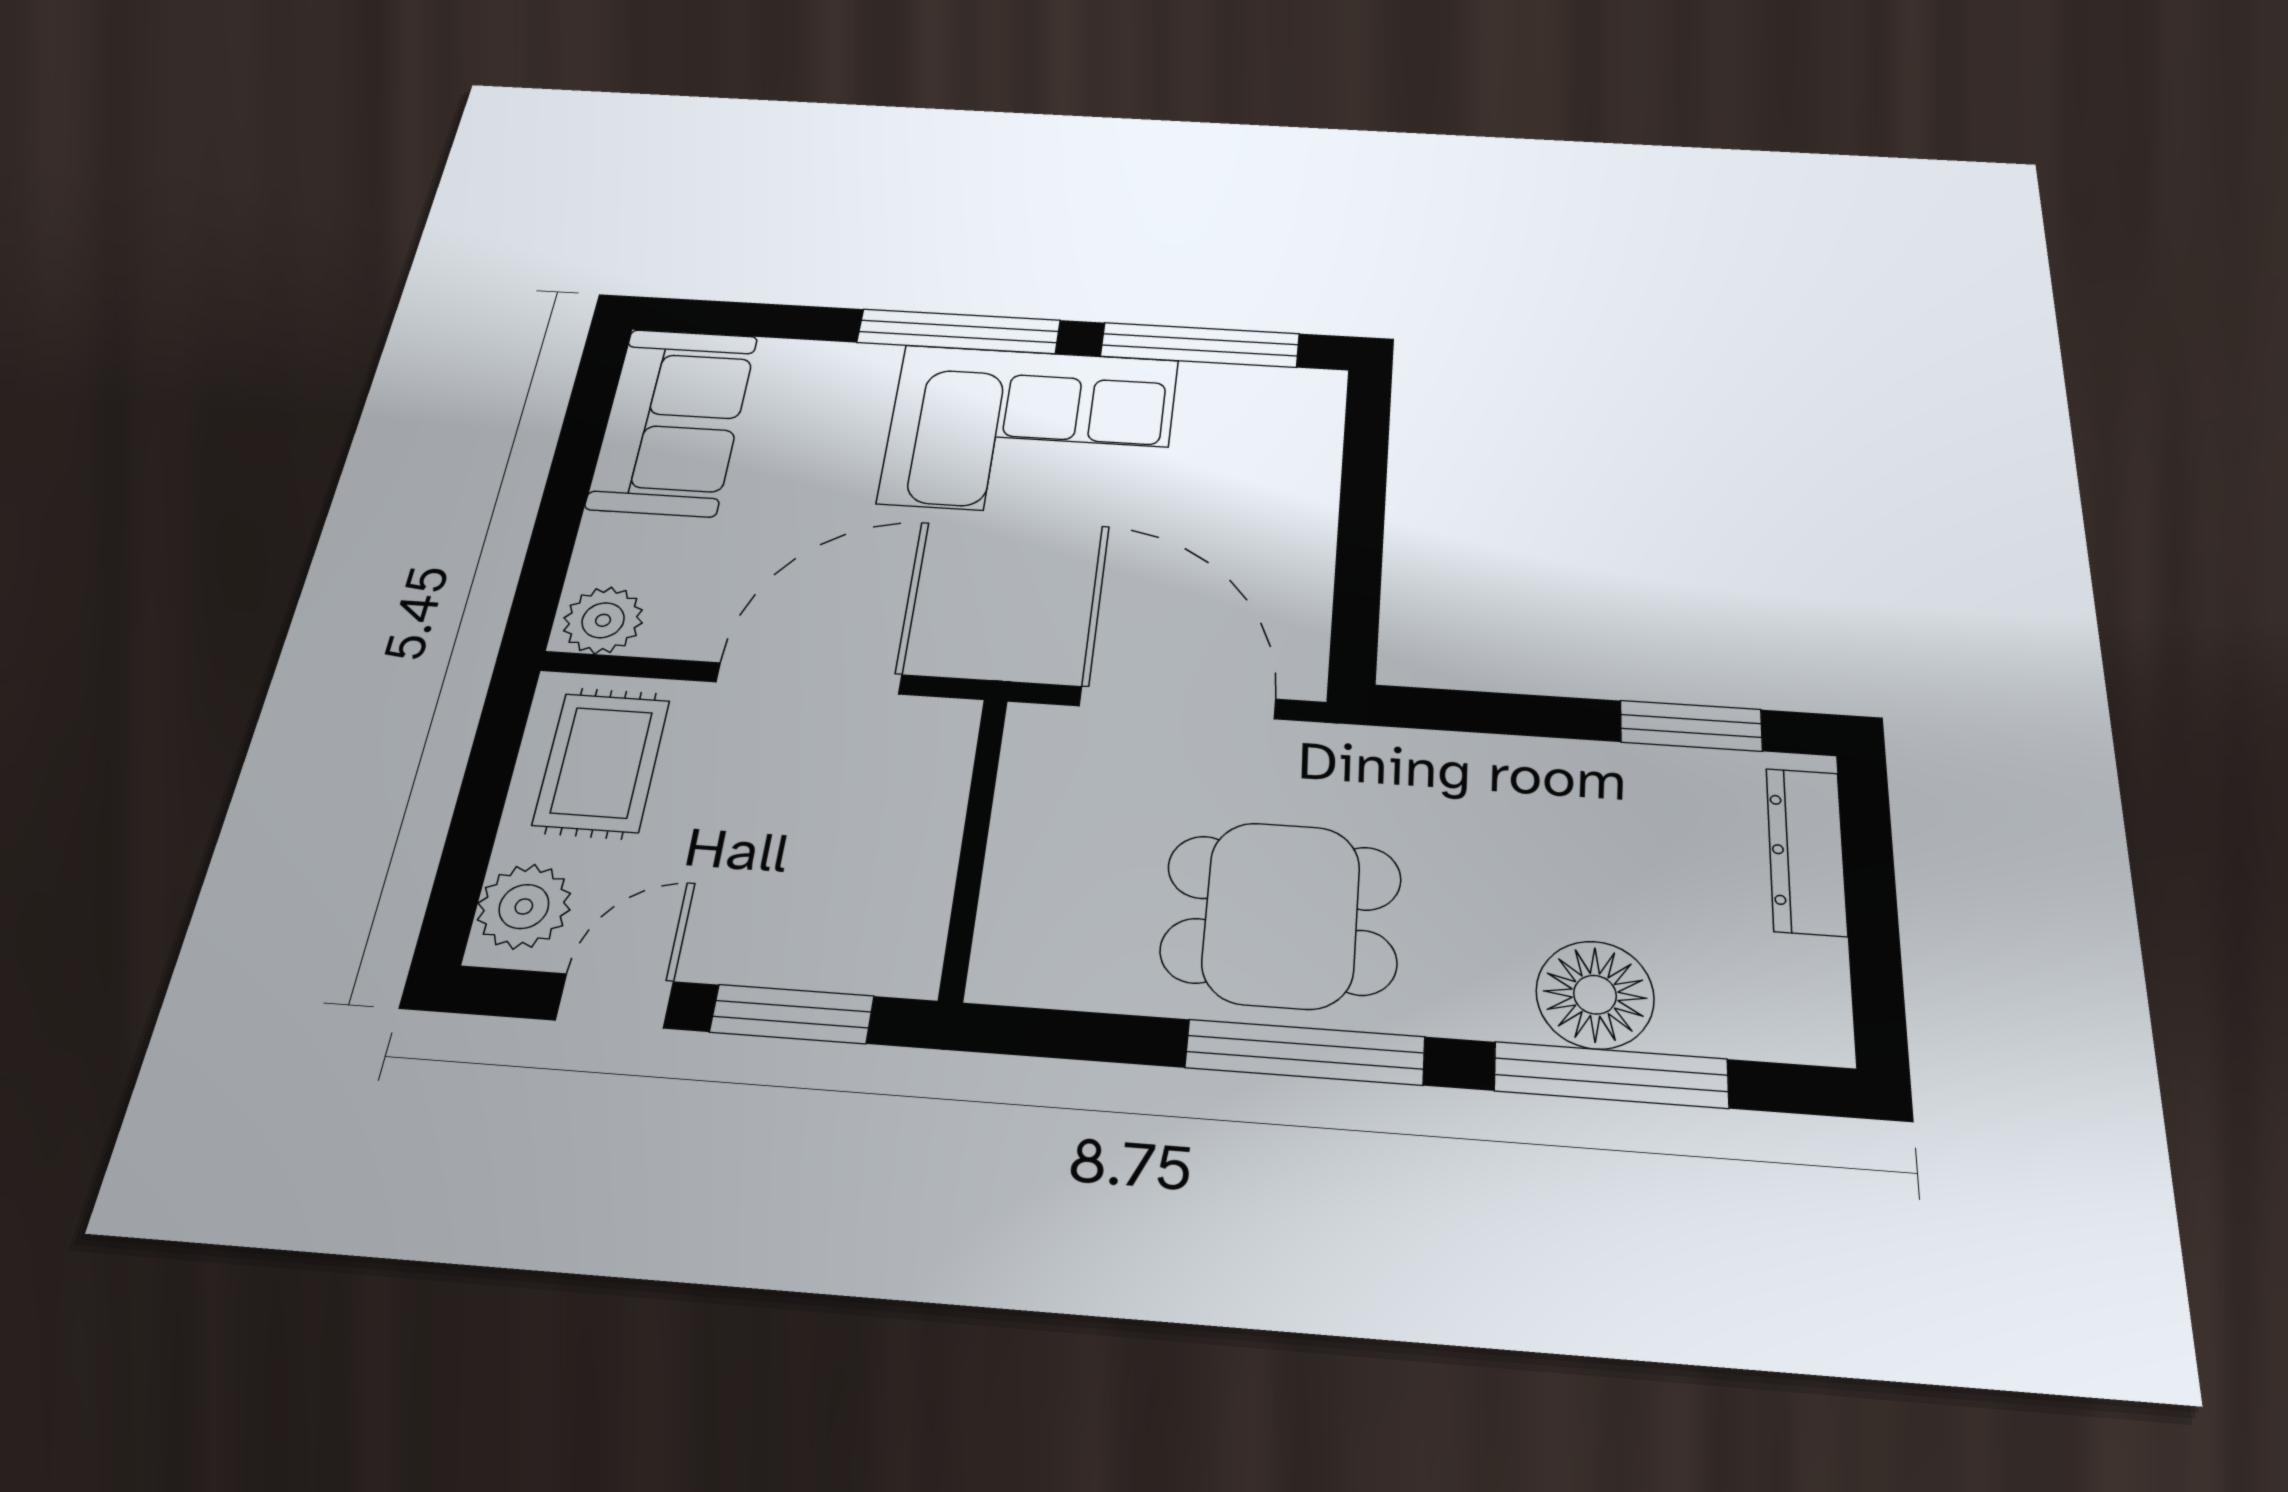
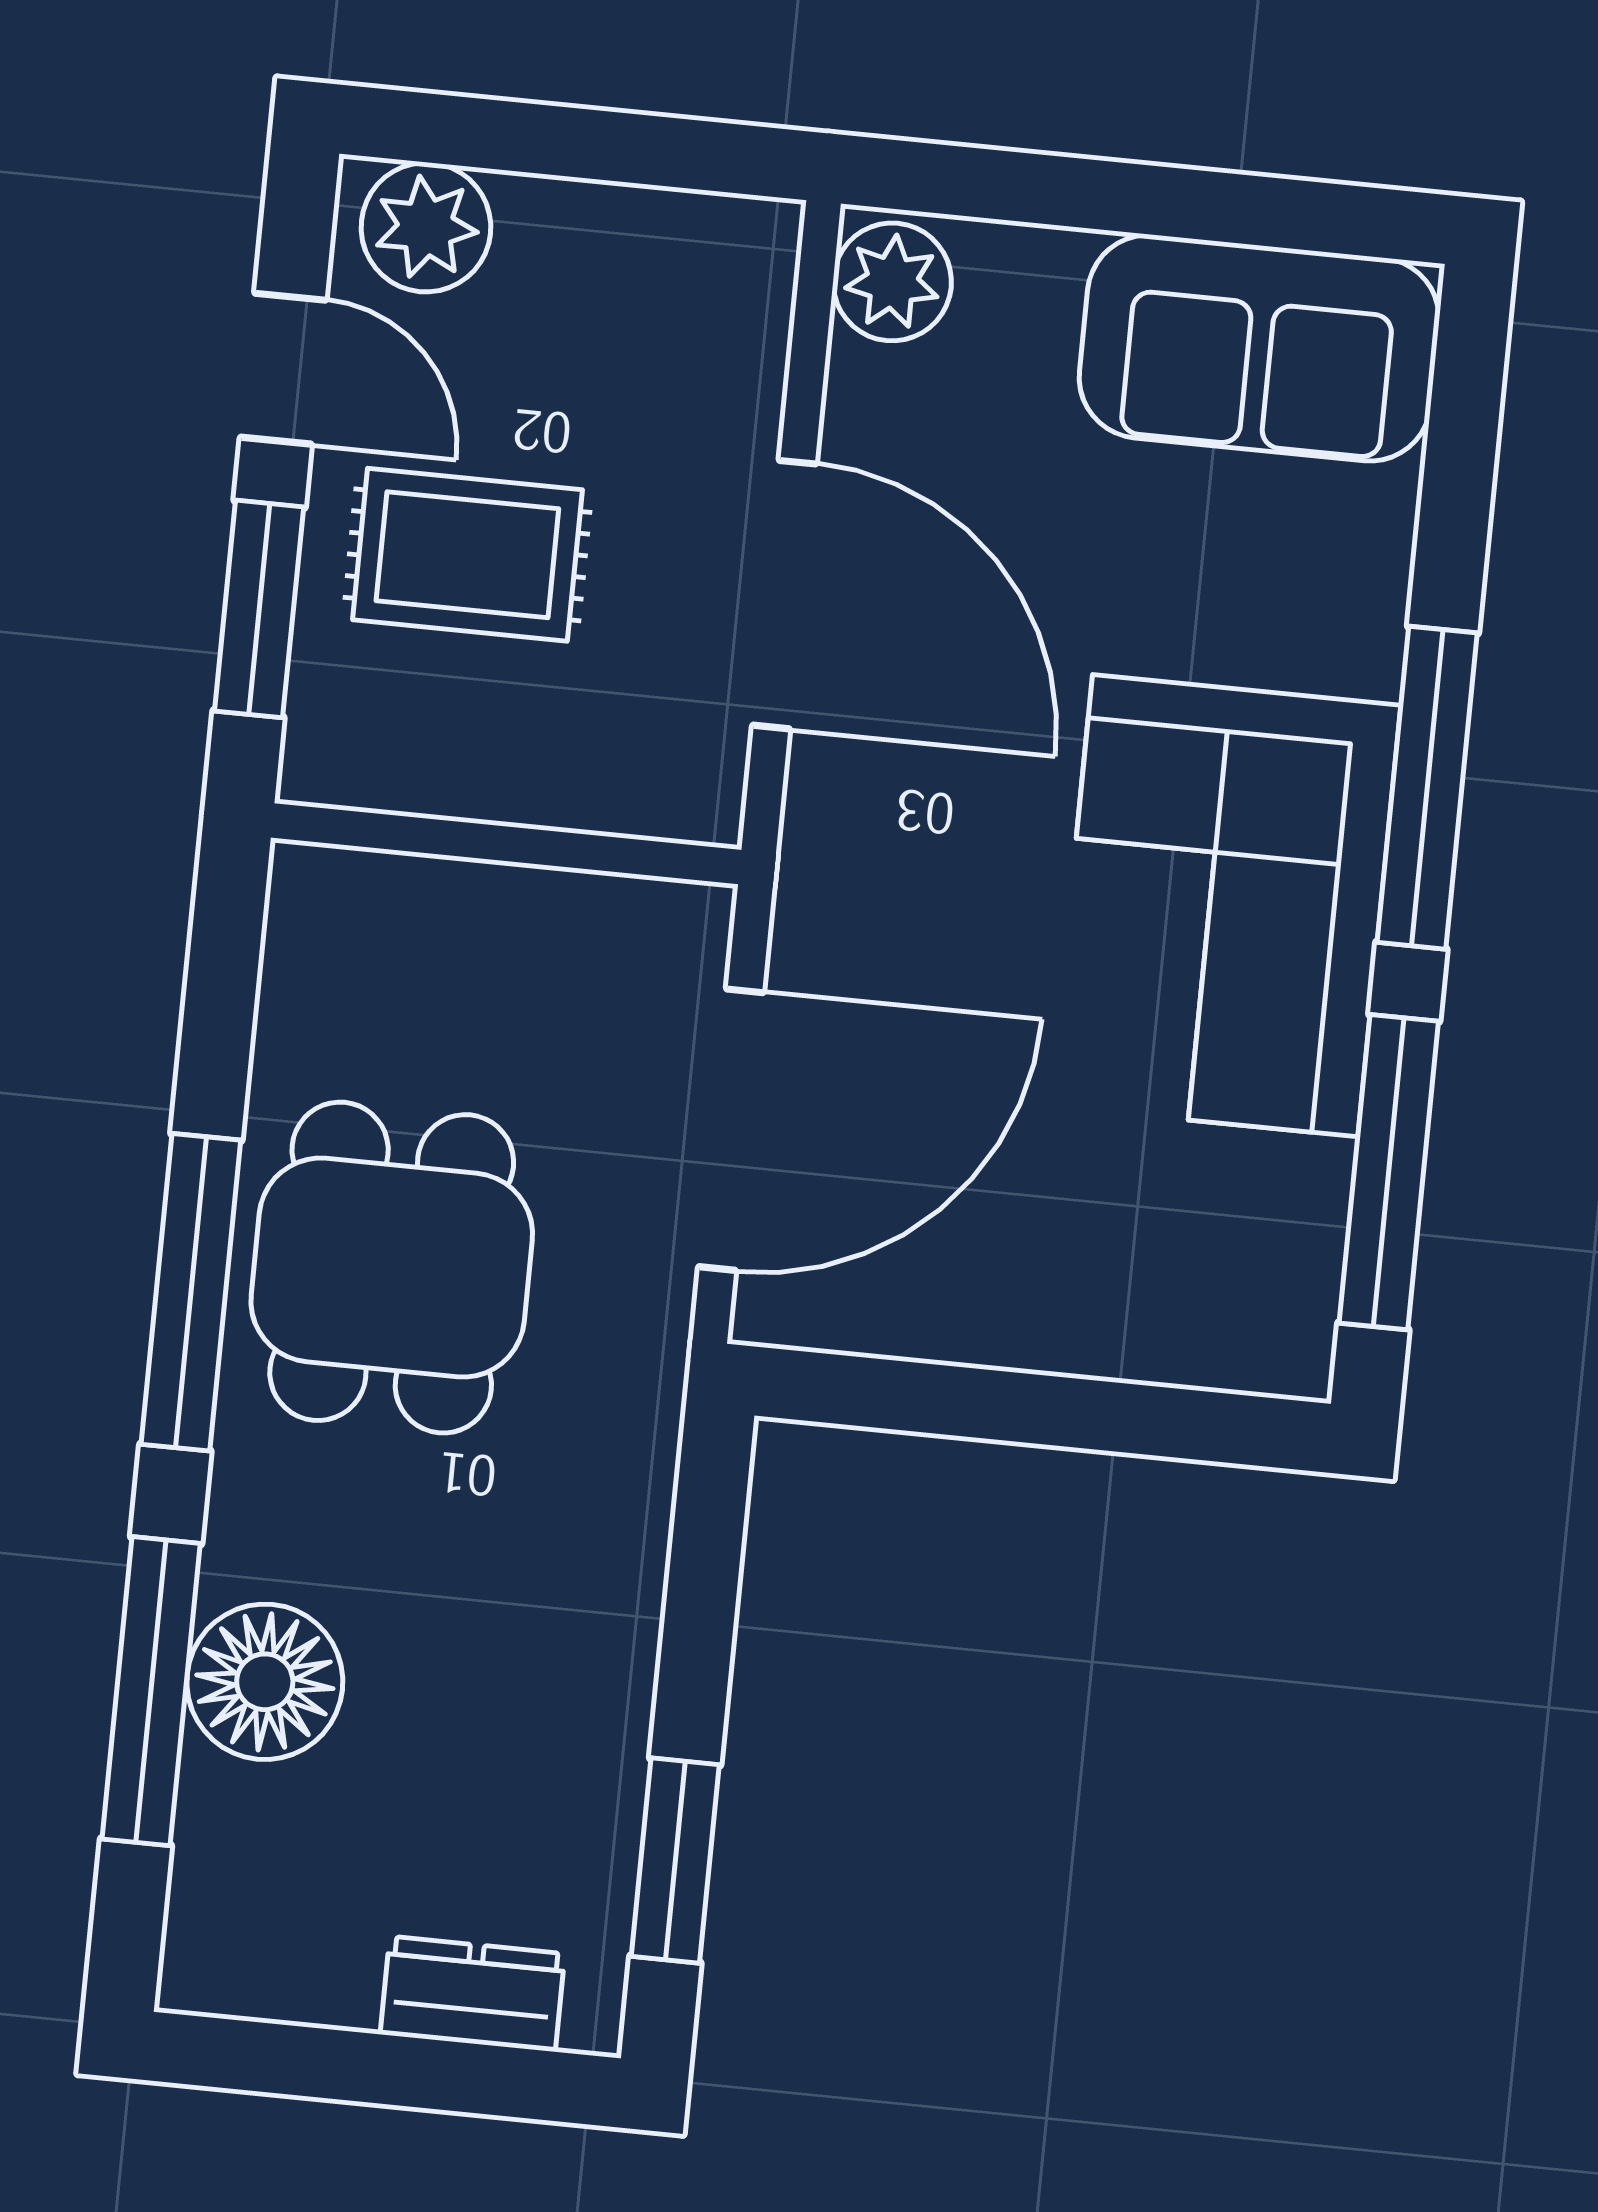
rug: (602, 762) -> (467, 555), moved
dresser: (1806, 851) -> (472, 1994), width x0.70

